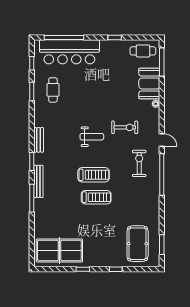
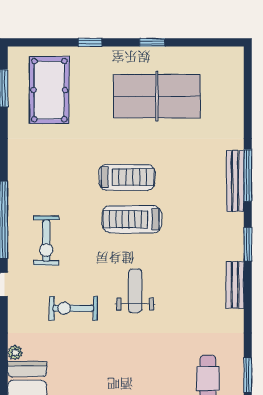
weight bench: (92, 137) -> (135, 291), turned 90
bench: (38, 181) -> (235, 181), moved
treadmill: (96, 197) -> (127, 177), turned 180
table tennis table: (59, 250) -> (157, 96), moved

